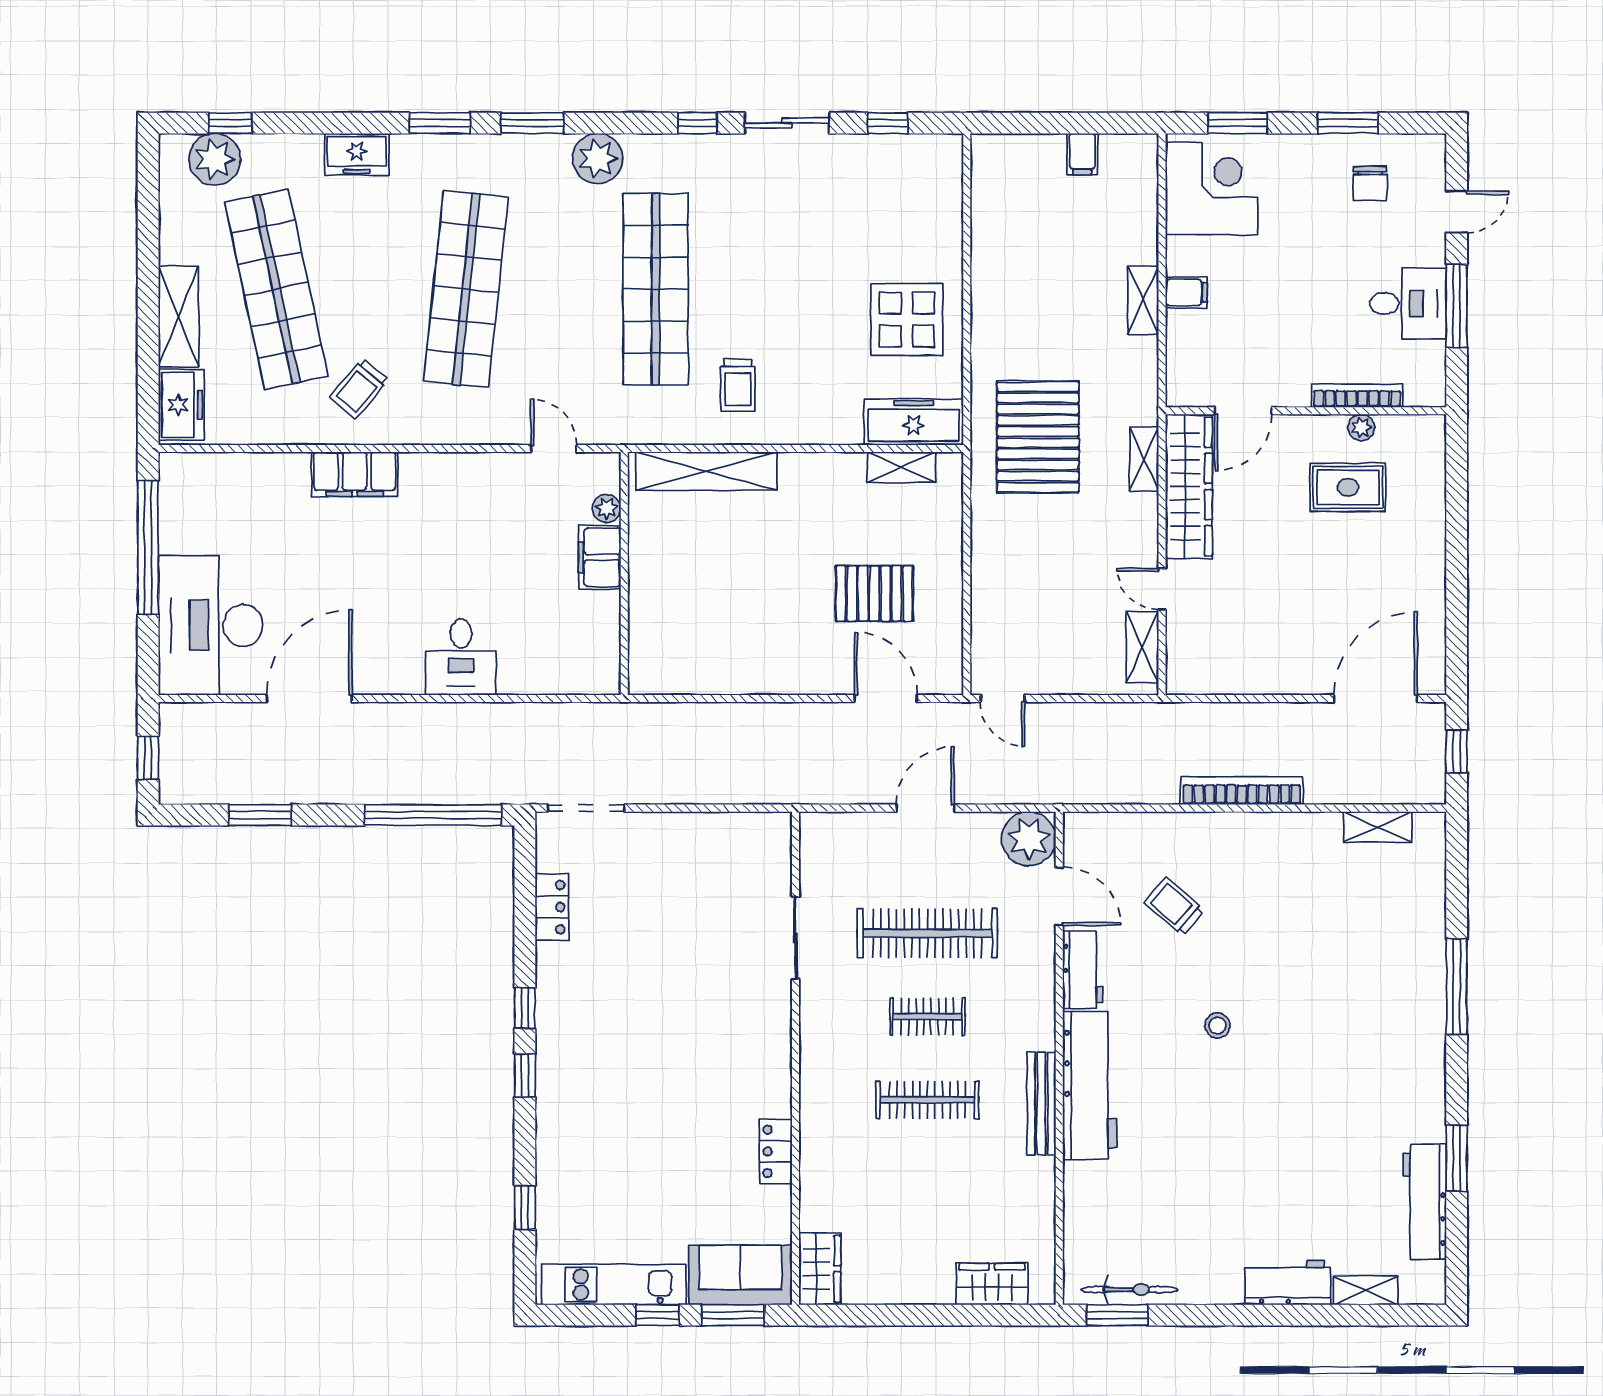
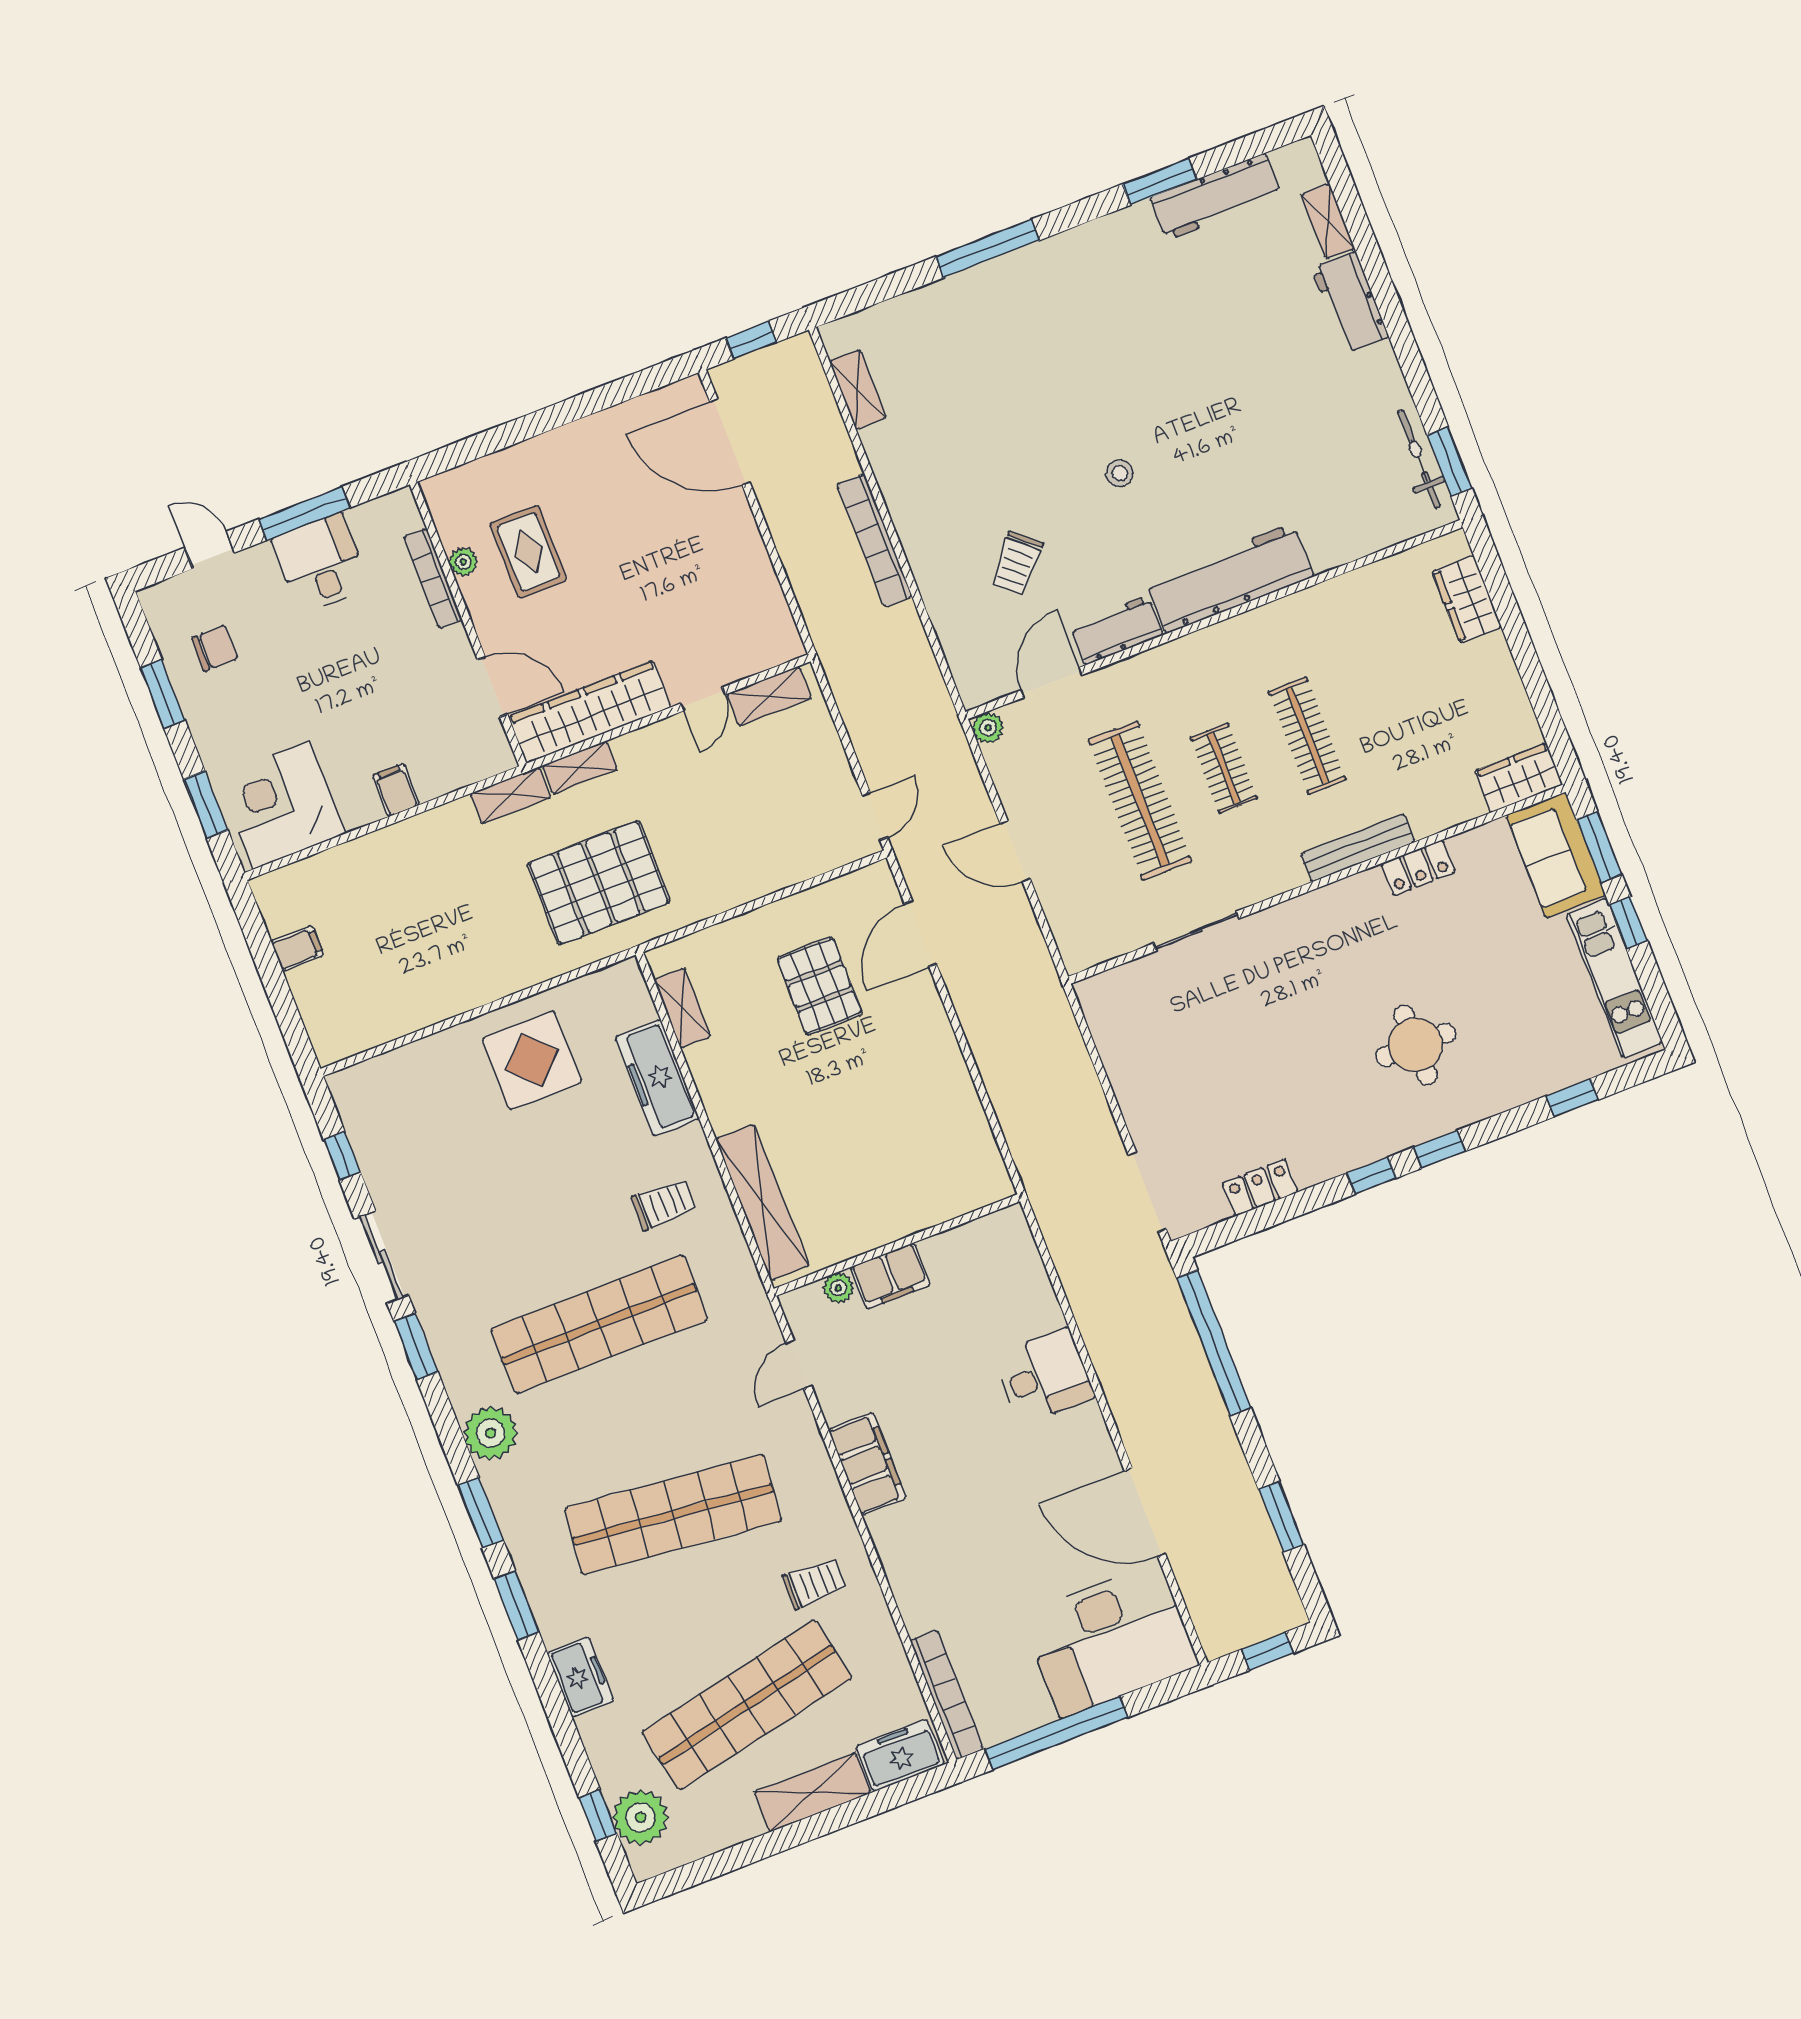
window: (698, 123) -> (416, 1347), width x1.50
shelving: (1143, 300) -> (511, 796), moved
trolley: (359, 389) -> (815, 1583), turned -40
freezer: (914, 422) -> (657, 1078), moved
bookcase: (218, 465) -> (947, 1695), added
filing cabinet: (355, 474) -> (867, 1464), moved
plant: (1029, 839) -> (988, 728), width x0.53, depth x0.53
round table: (623, 1090) -> (1416, 1045), added
bench: (1041, 1103) -> (1358, 848), moved

